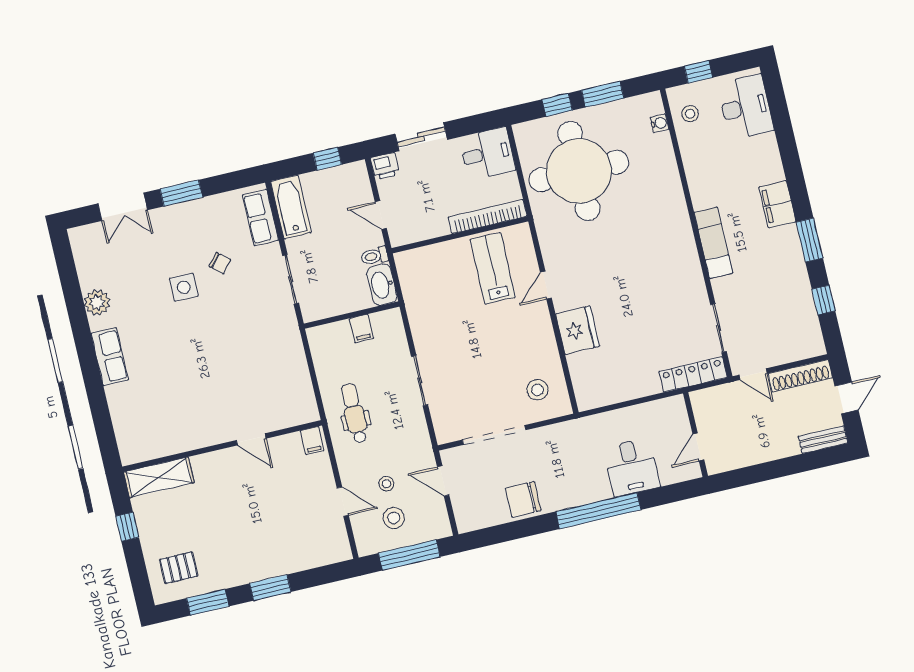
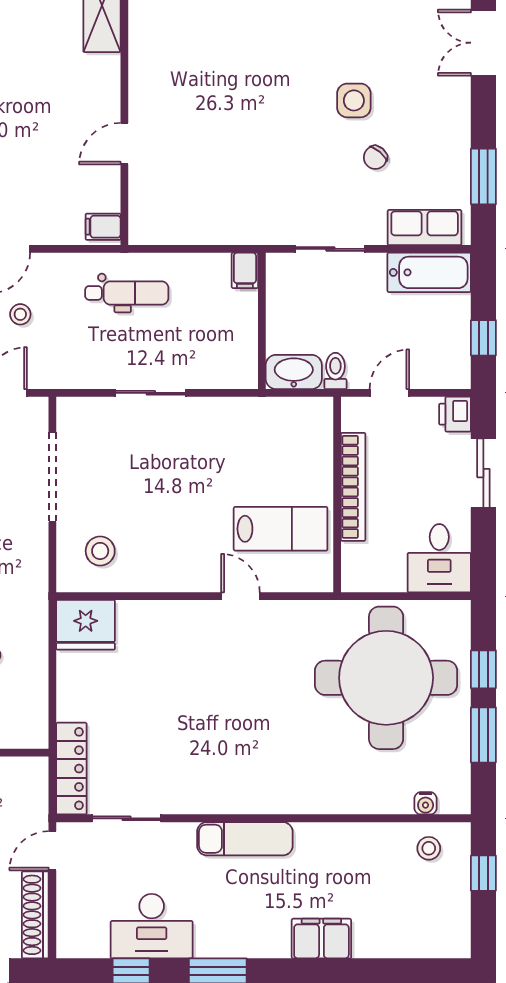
desk: (746, 107) -> (152, 926), moved
window: (181, 193) -> (483, 177), moved
filing cabinet: (777, 204) -> (321, 939), moved
bookcase: (488, 217) -> (353, 487), moved
filing cabinet: (361, 328) -> (245, 270), moved, turned -90
fridge: (577, 330) -> (86, 625), moved

